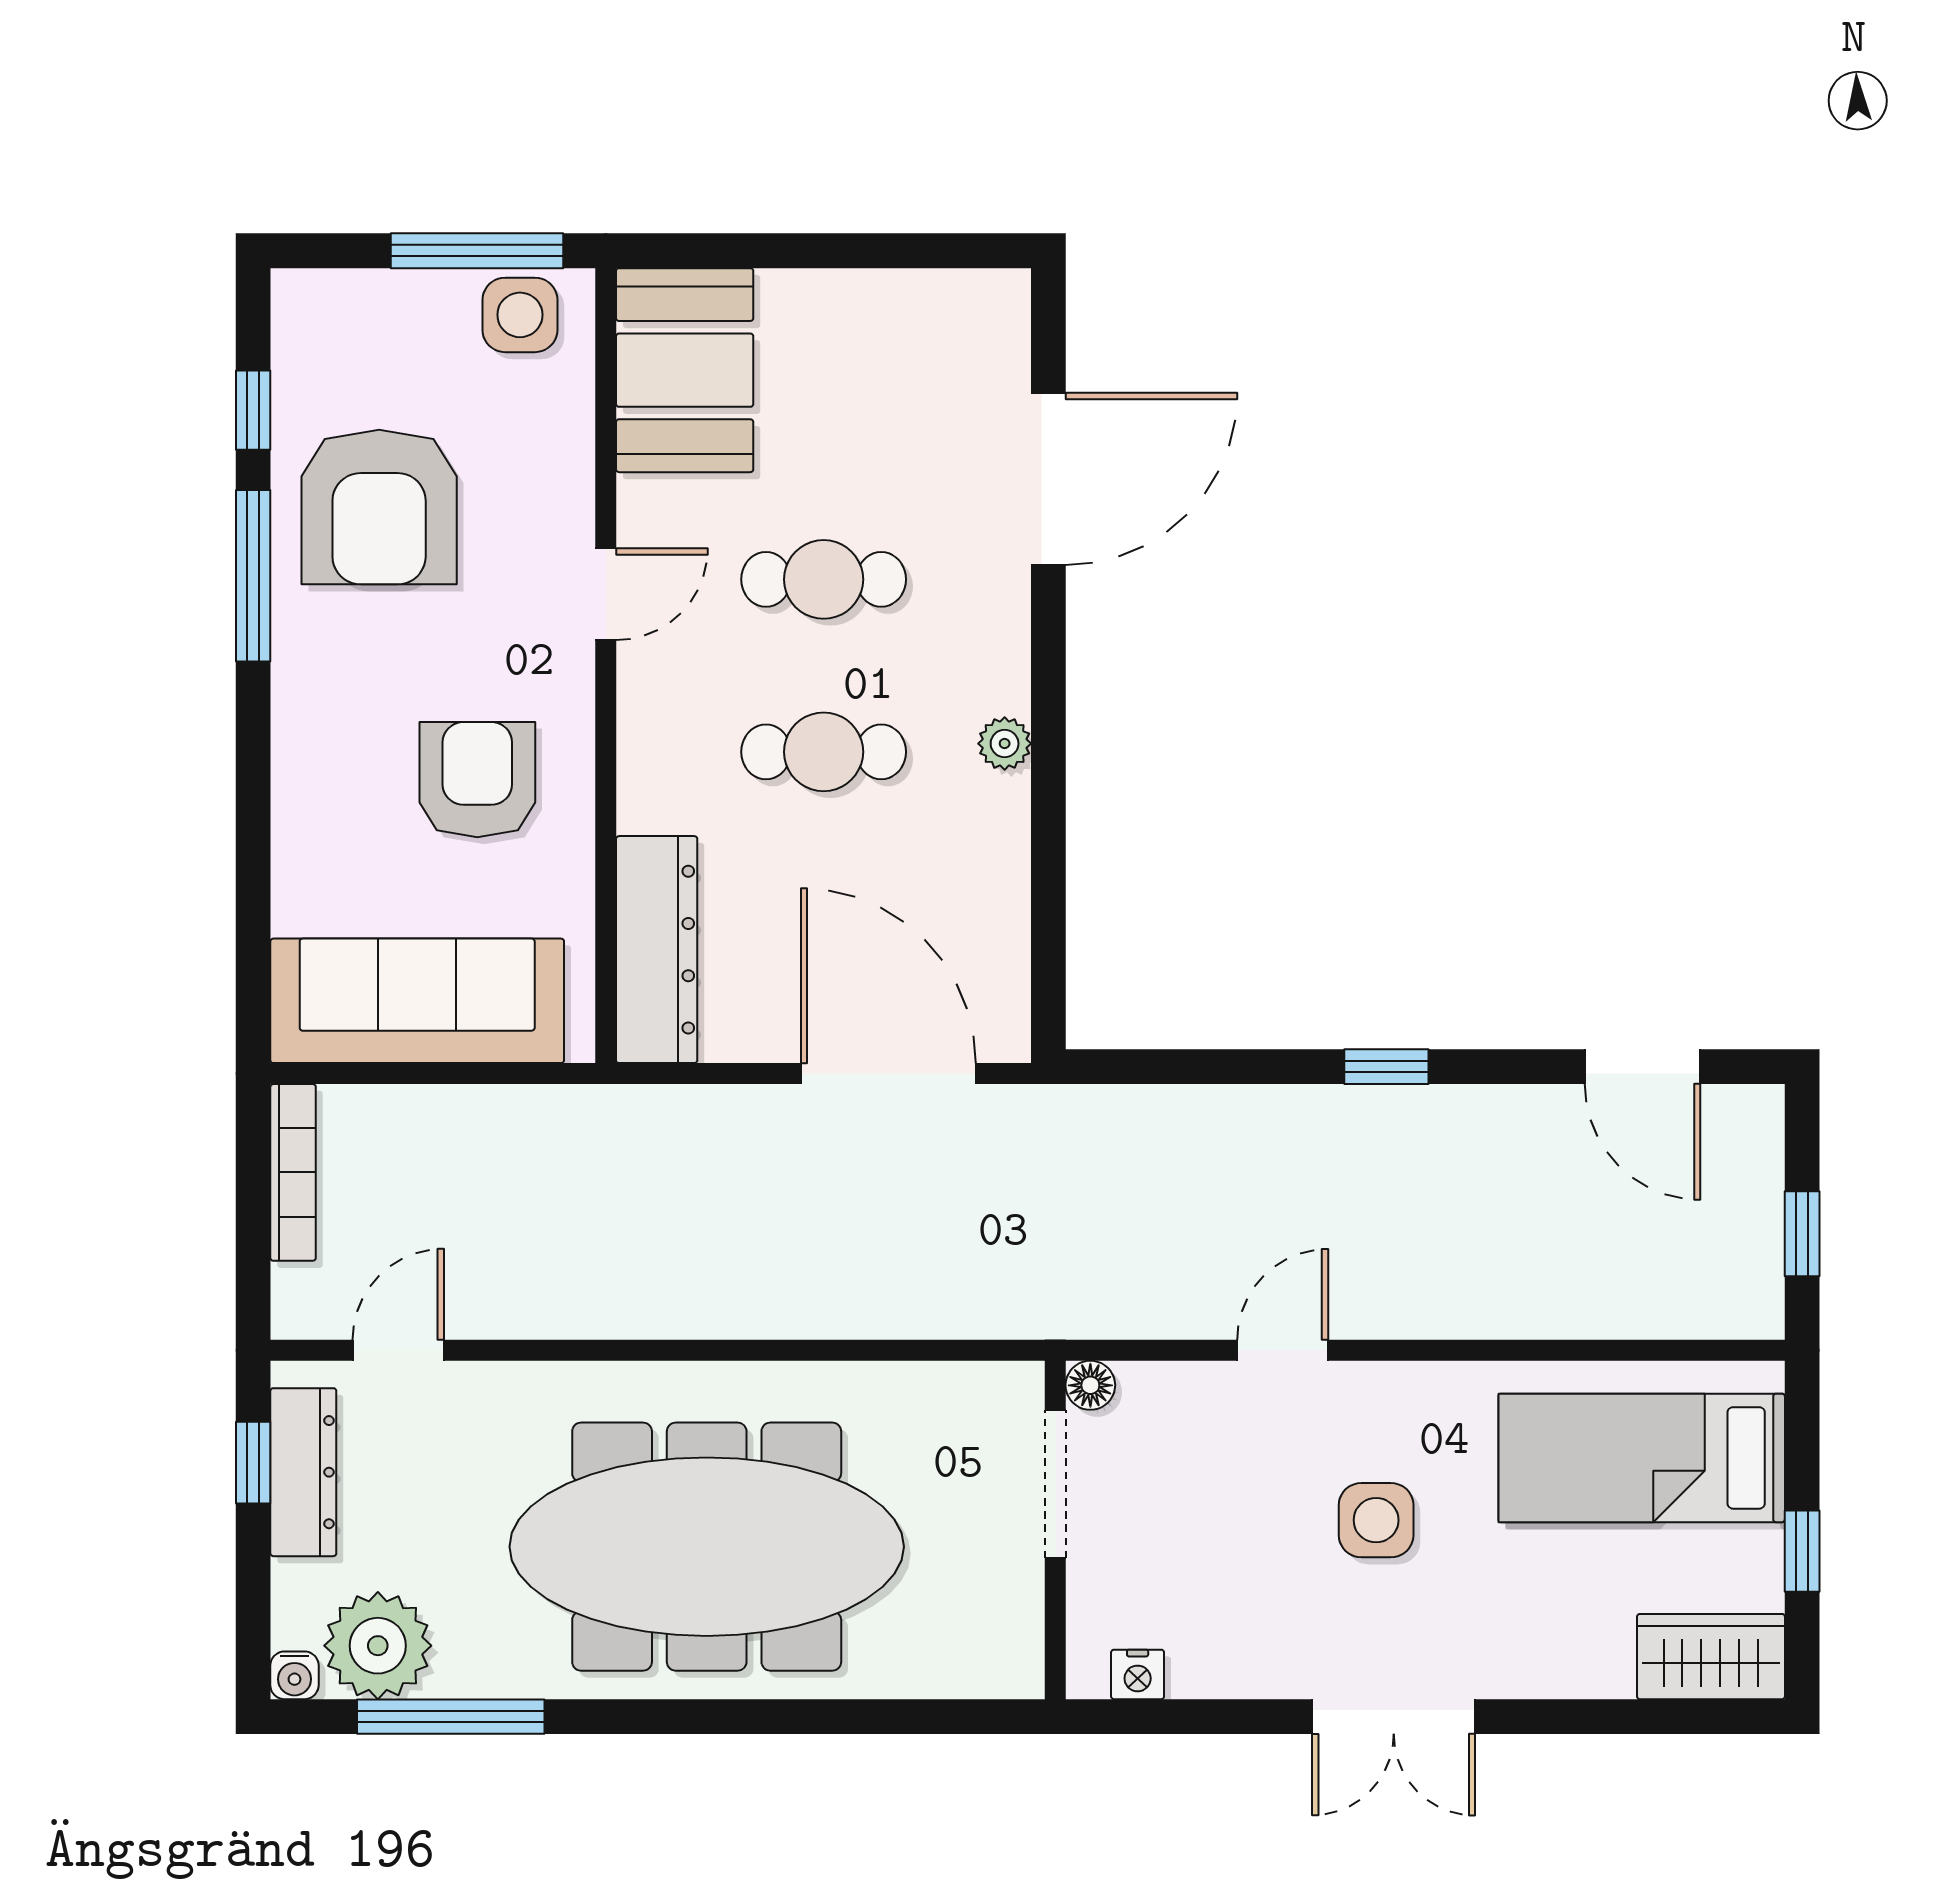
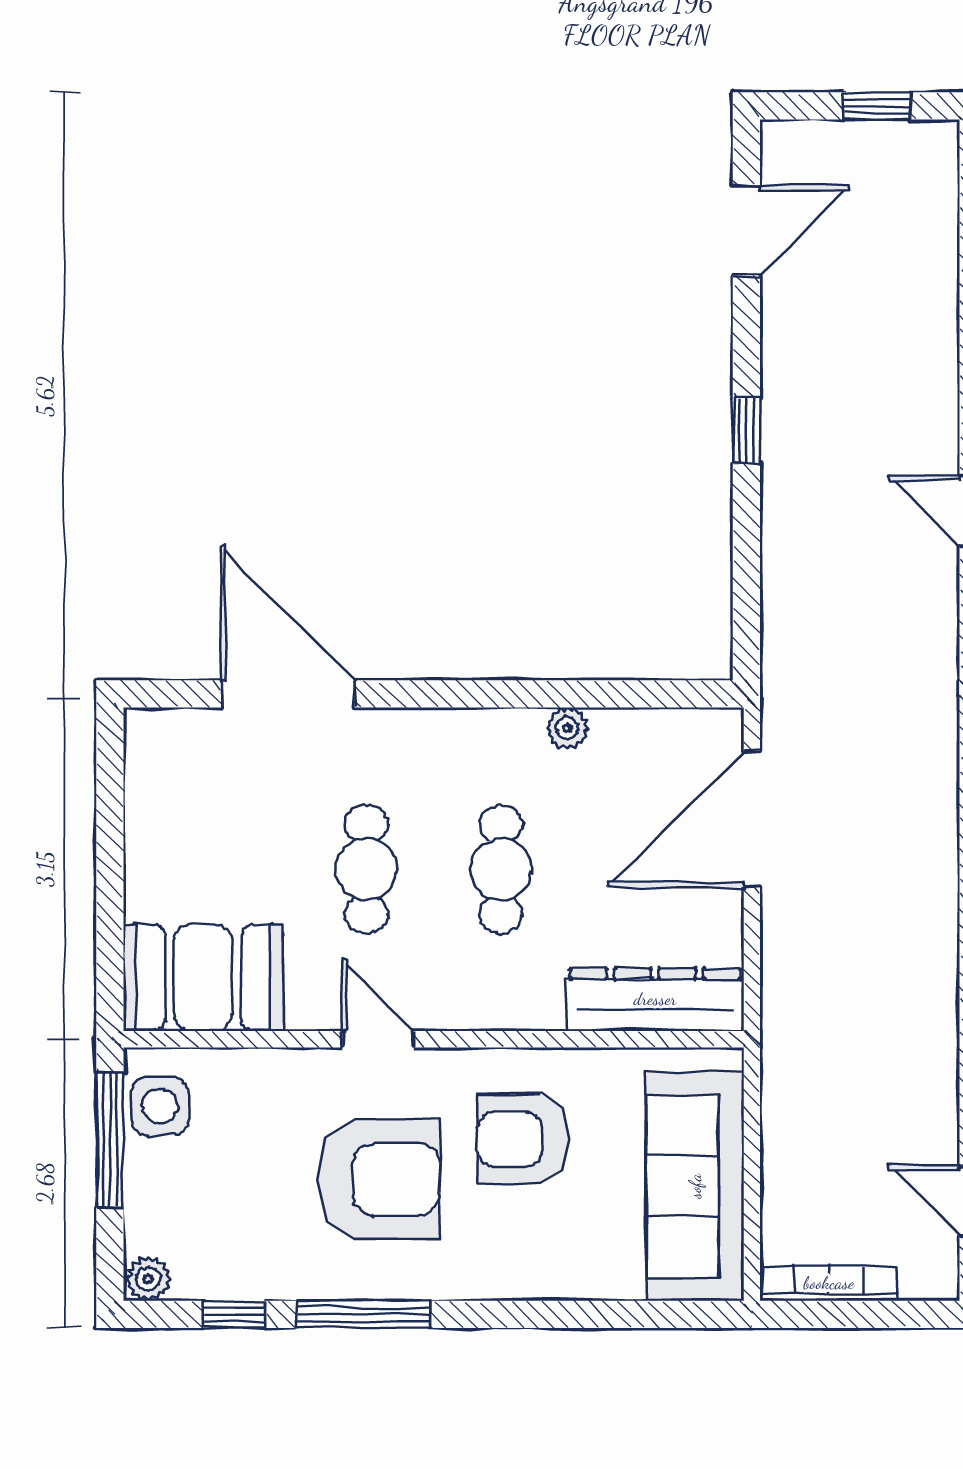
plant: (299, 300) -> (148, 1279), added
armchair: (379, 507) -> (379, 1179), moved
plant: (1005, 744) -> (568, 728), moved

